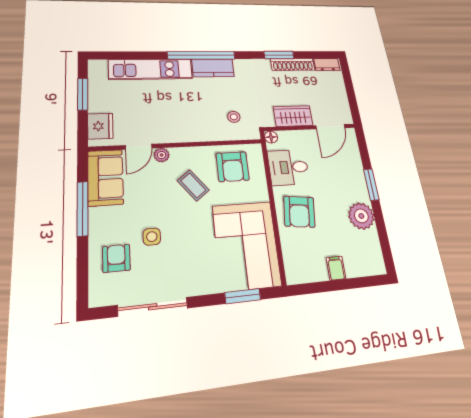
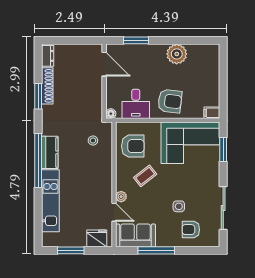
wardrobe: (293, 116) -> (94, 93), removed
window: (371, 184) -> (136, 40), moved
filing cabinet: (336, 268) -> (212, 113), moved

